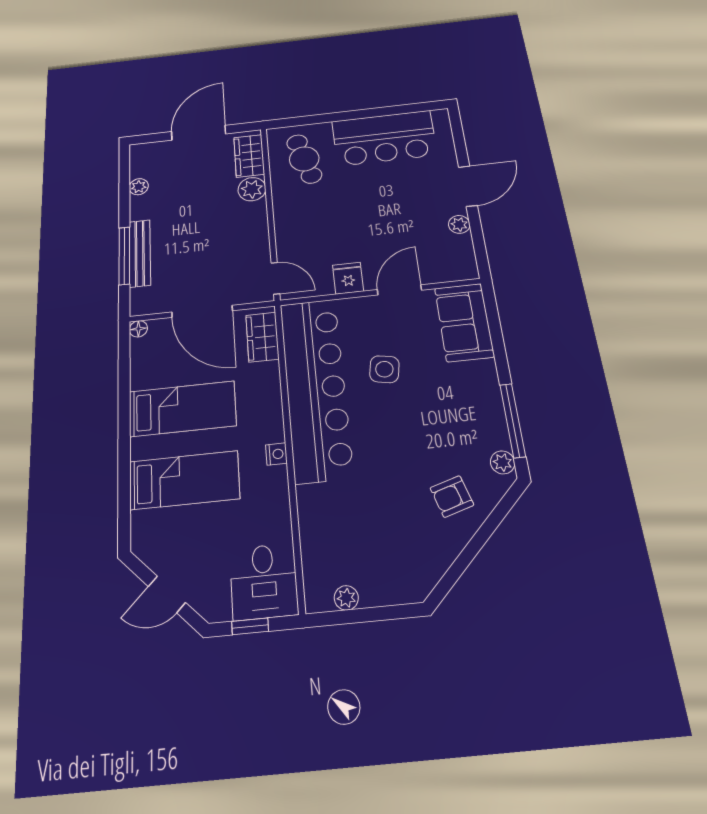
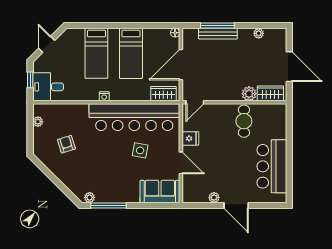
cafe table: (304, 159) -> (244, 121), moved, turned -75
armchair: (452, 496) -> (66, 144), moved

